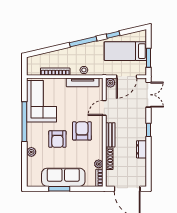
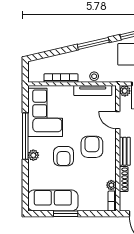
door: (104, 108) -> (118, 120), hinge flipped
plant: (31, 152) -> (33, 155), moved
sofa: (63, 177) -> (53, 201), moved

